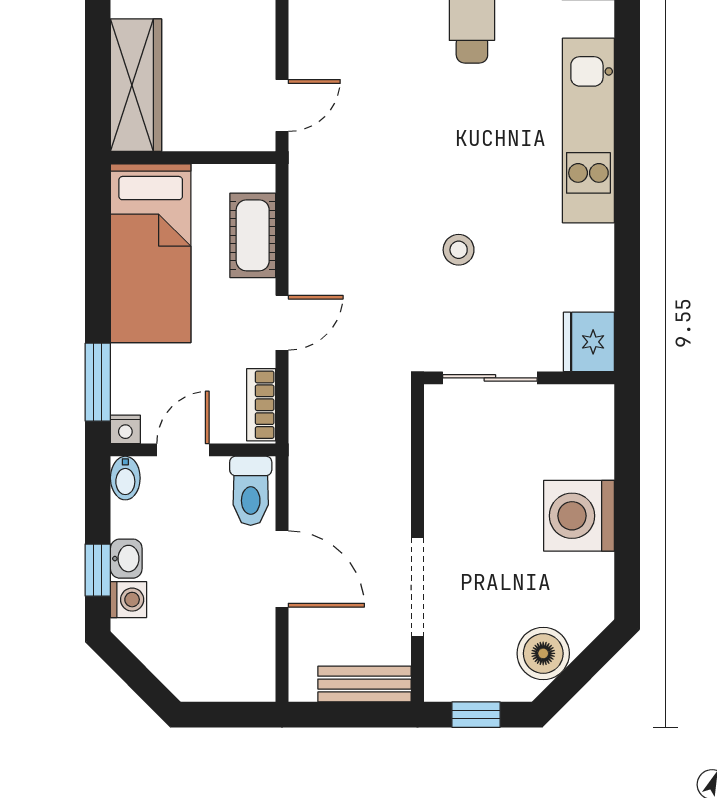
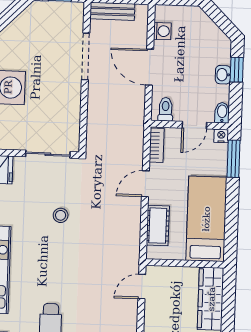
toilet: (251, 491) -> (165, 109), width x0.73, depth x0.72
washing machine: (128, 600) -> (162, 31), moved, turned 180
boiler: (543, 653) -> (27, 23), removed

